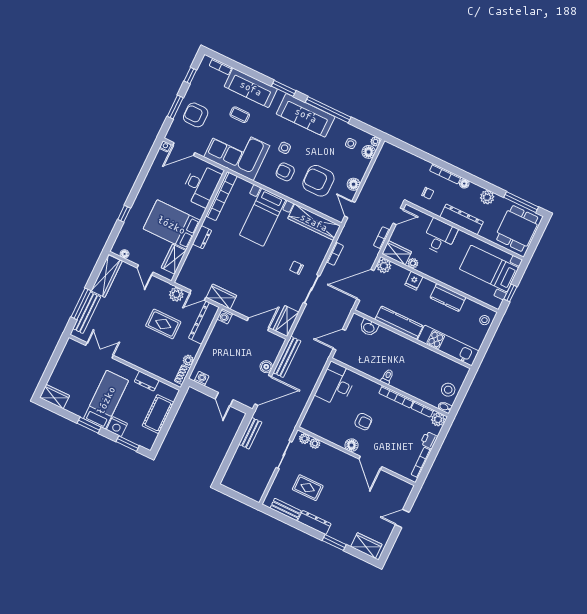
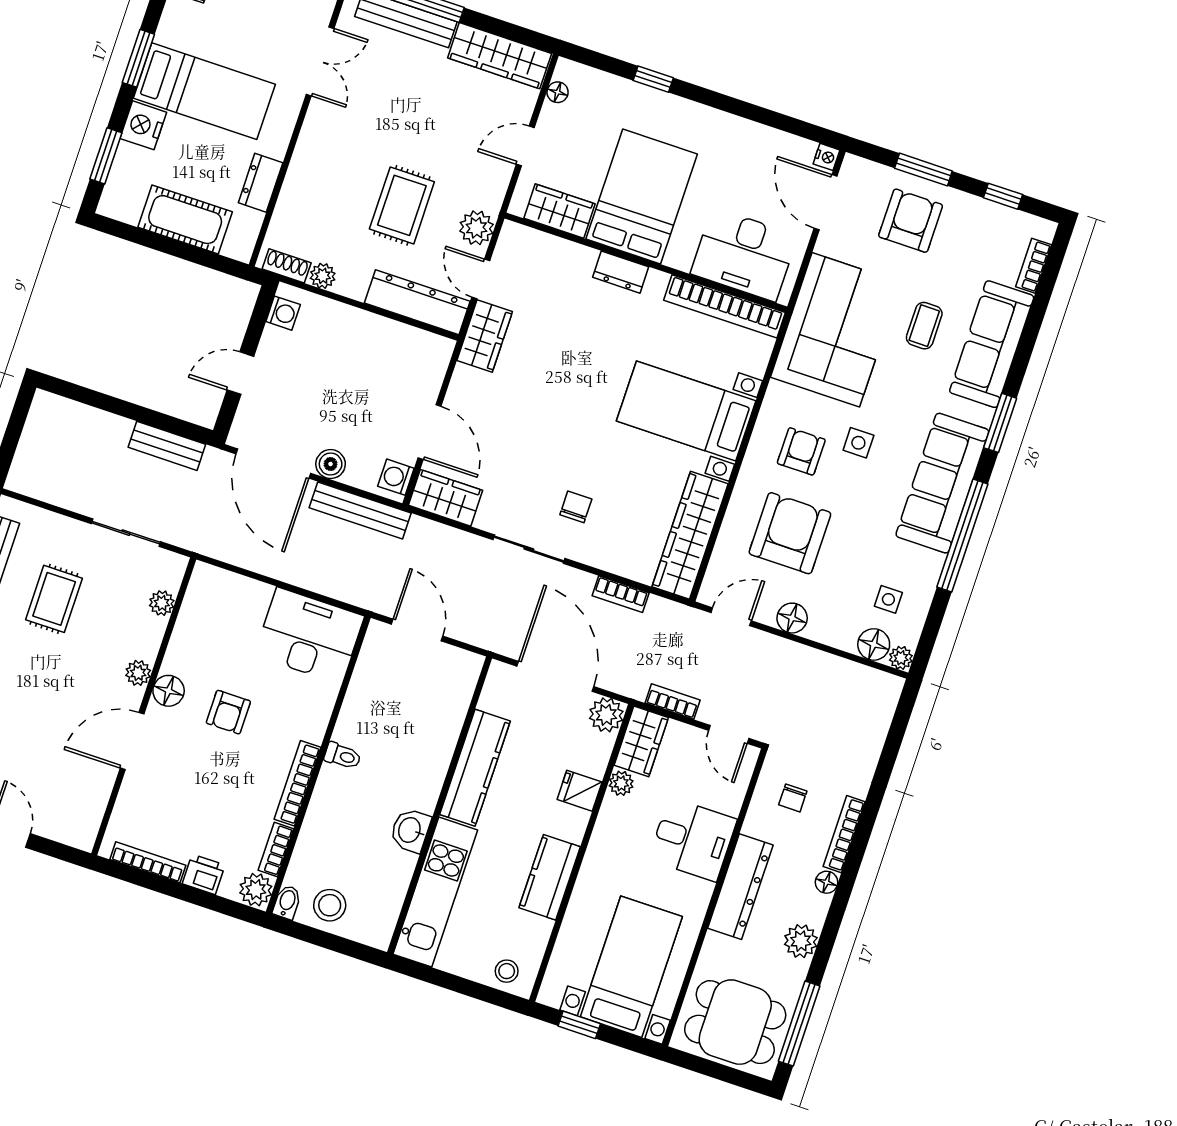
washing machine: (225, 316) -> (396, 477), moved
washbasin: (369, 327) -> (410, 830), moved
plant: (305, 439) -> (138, 673), moved

